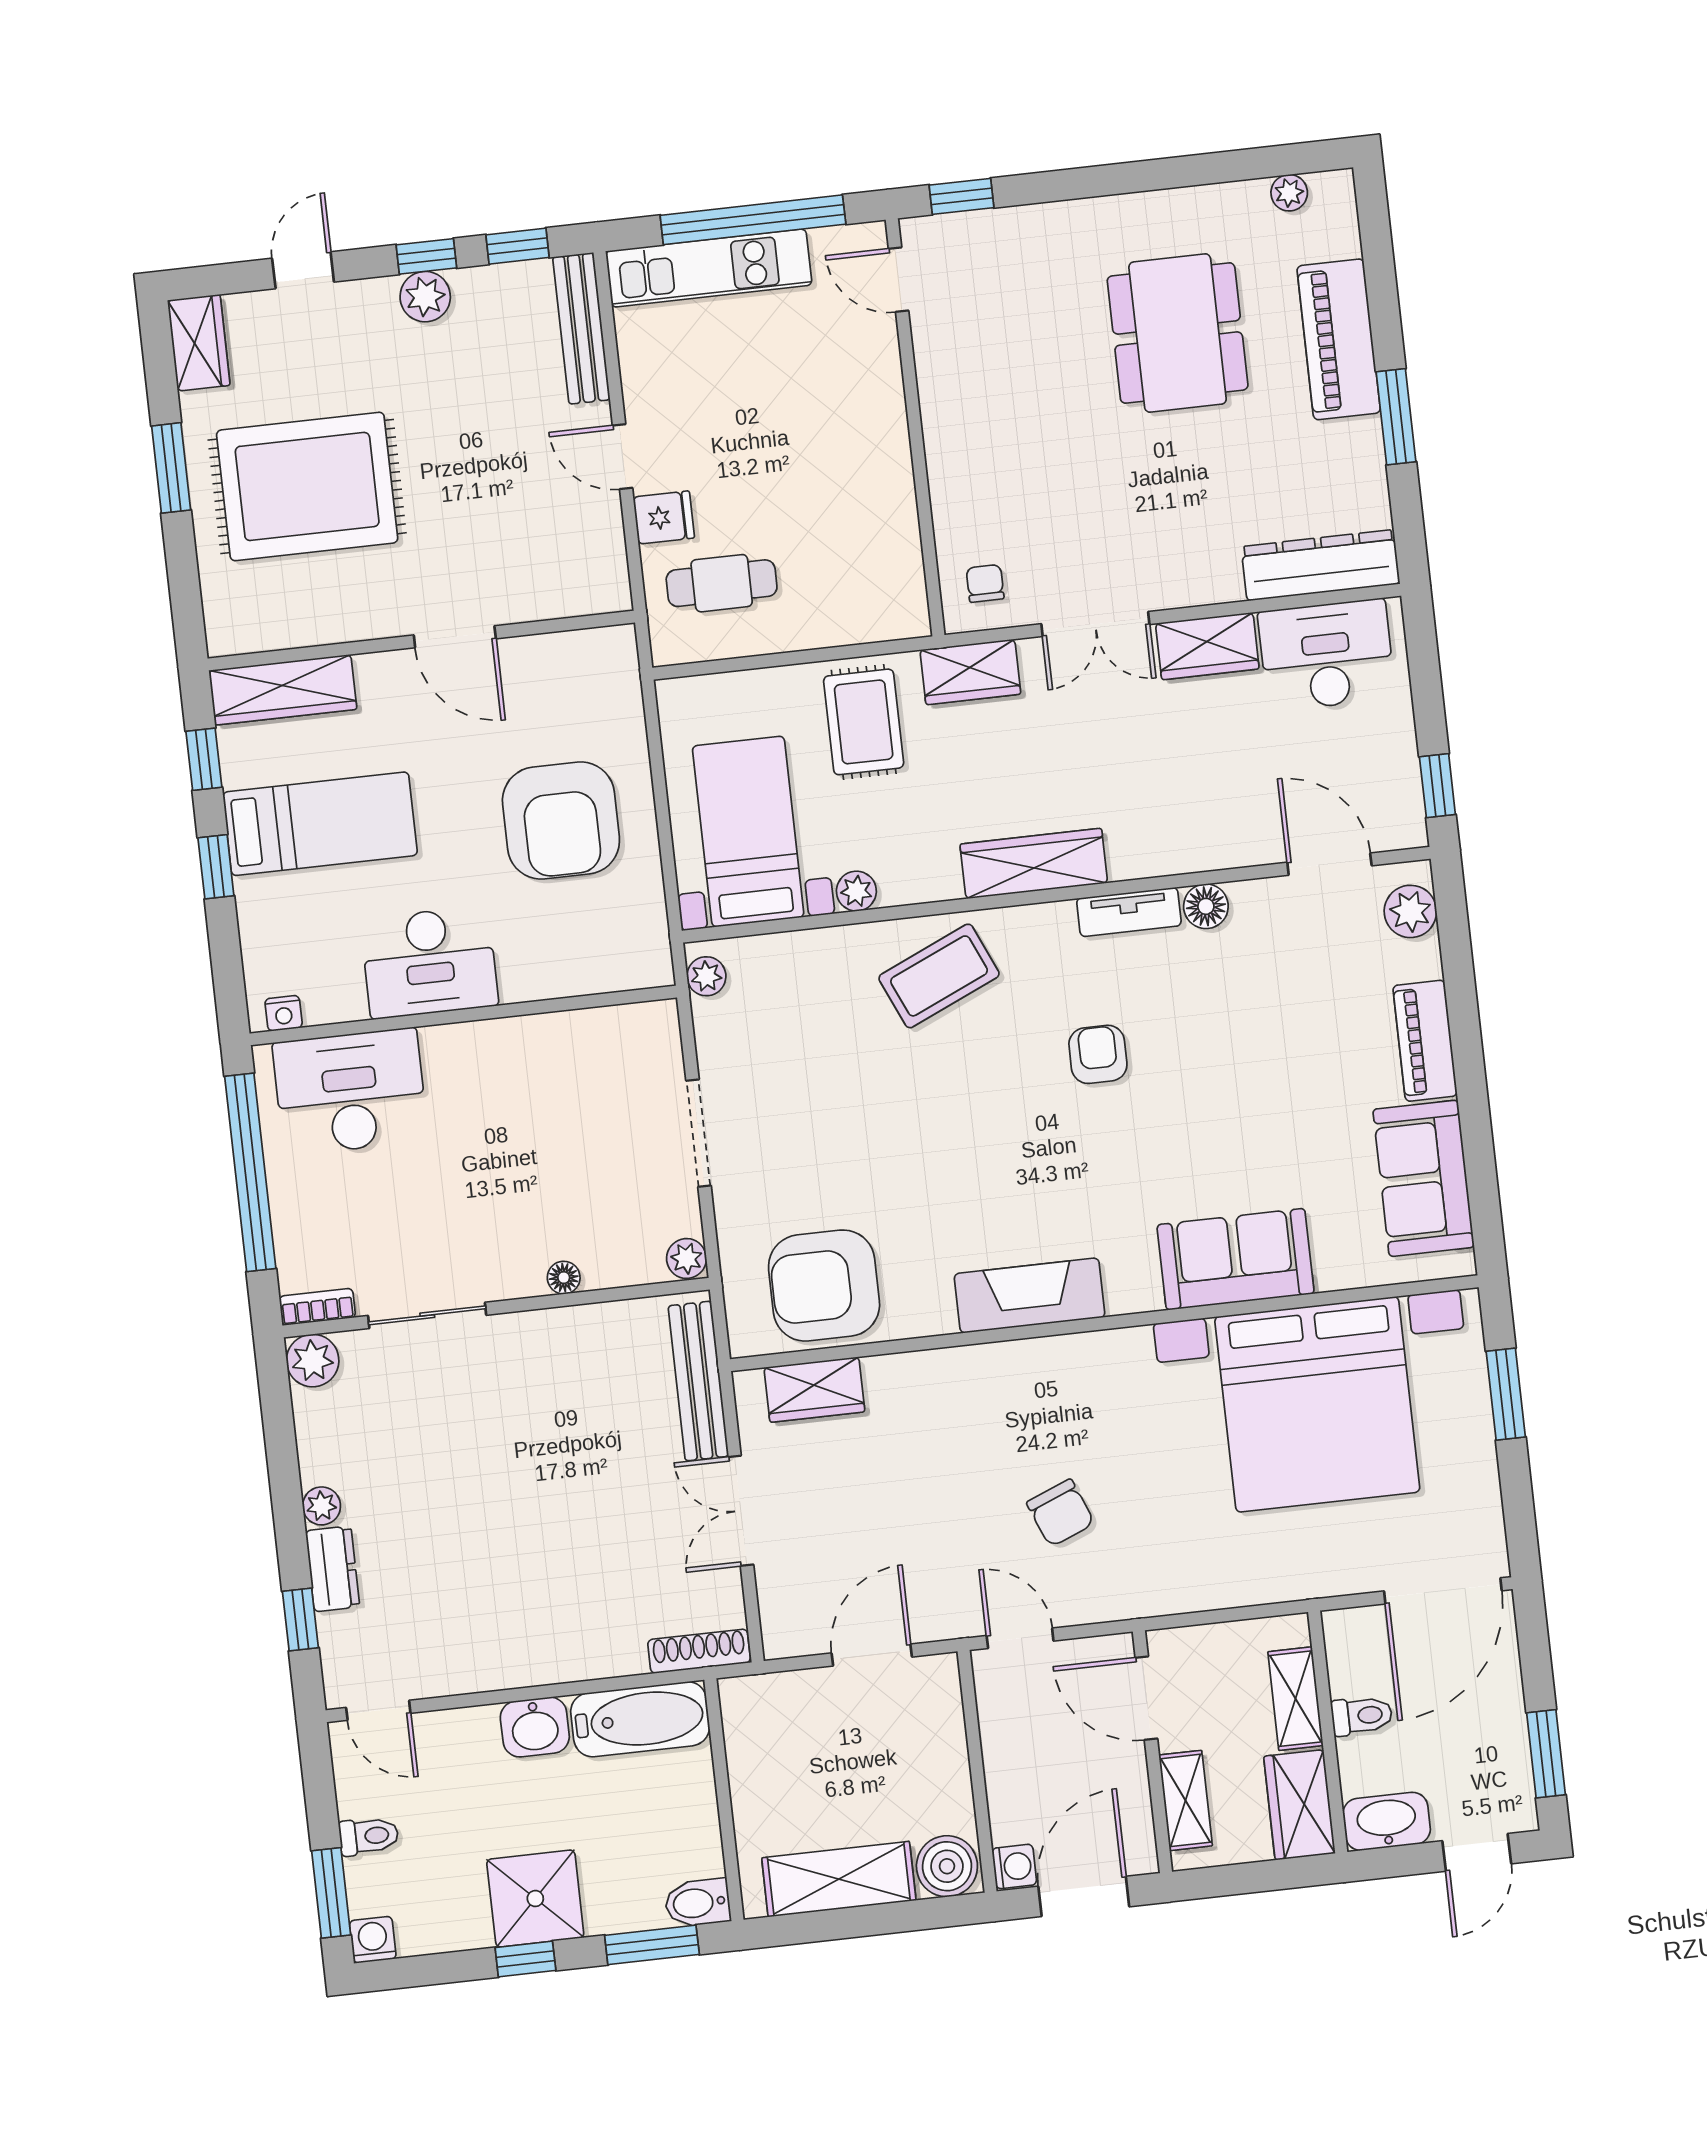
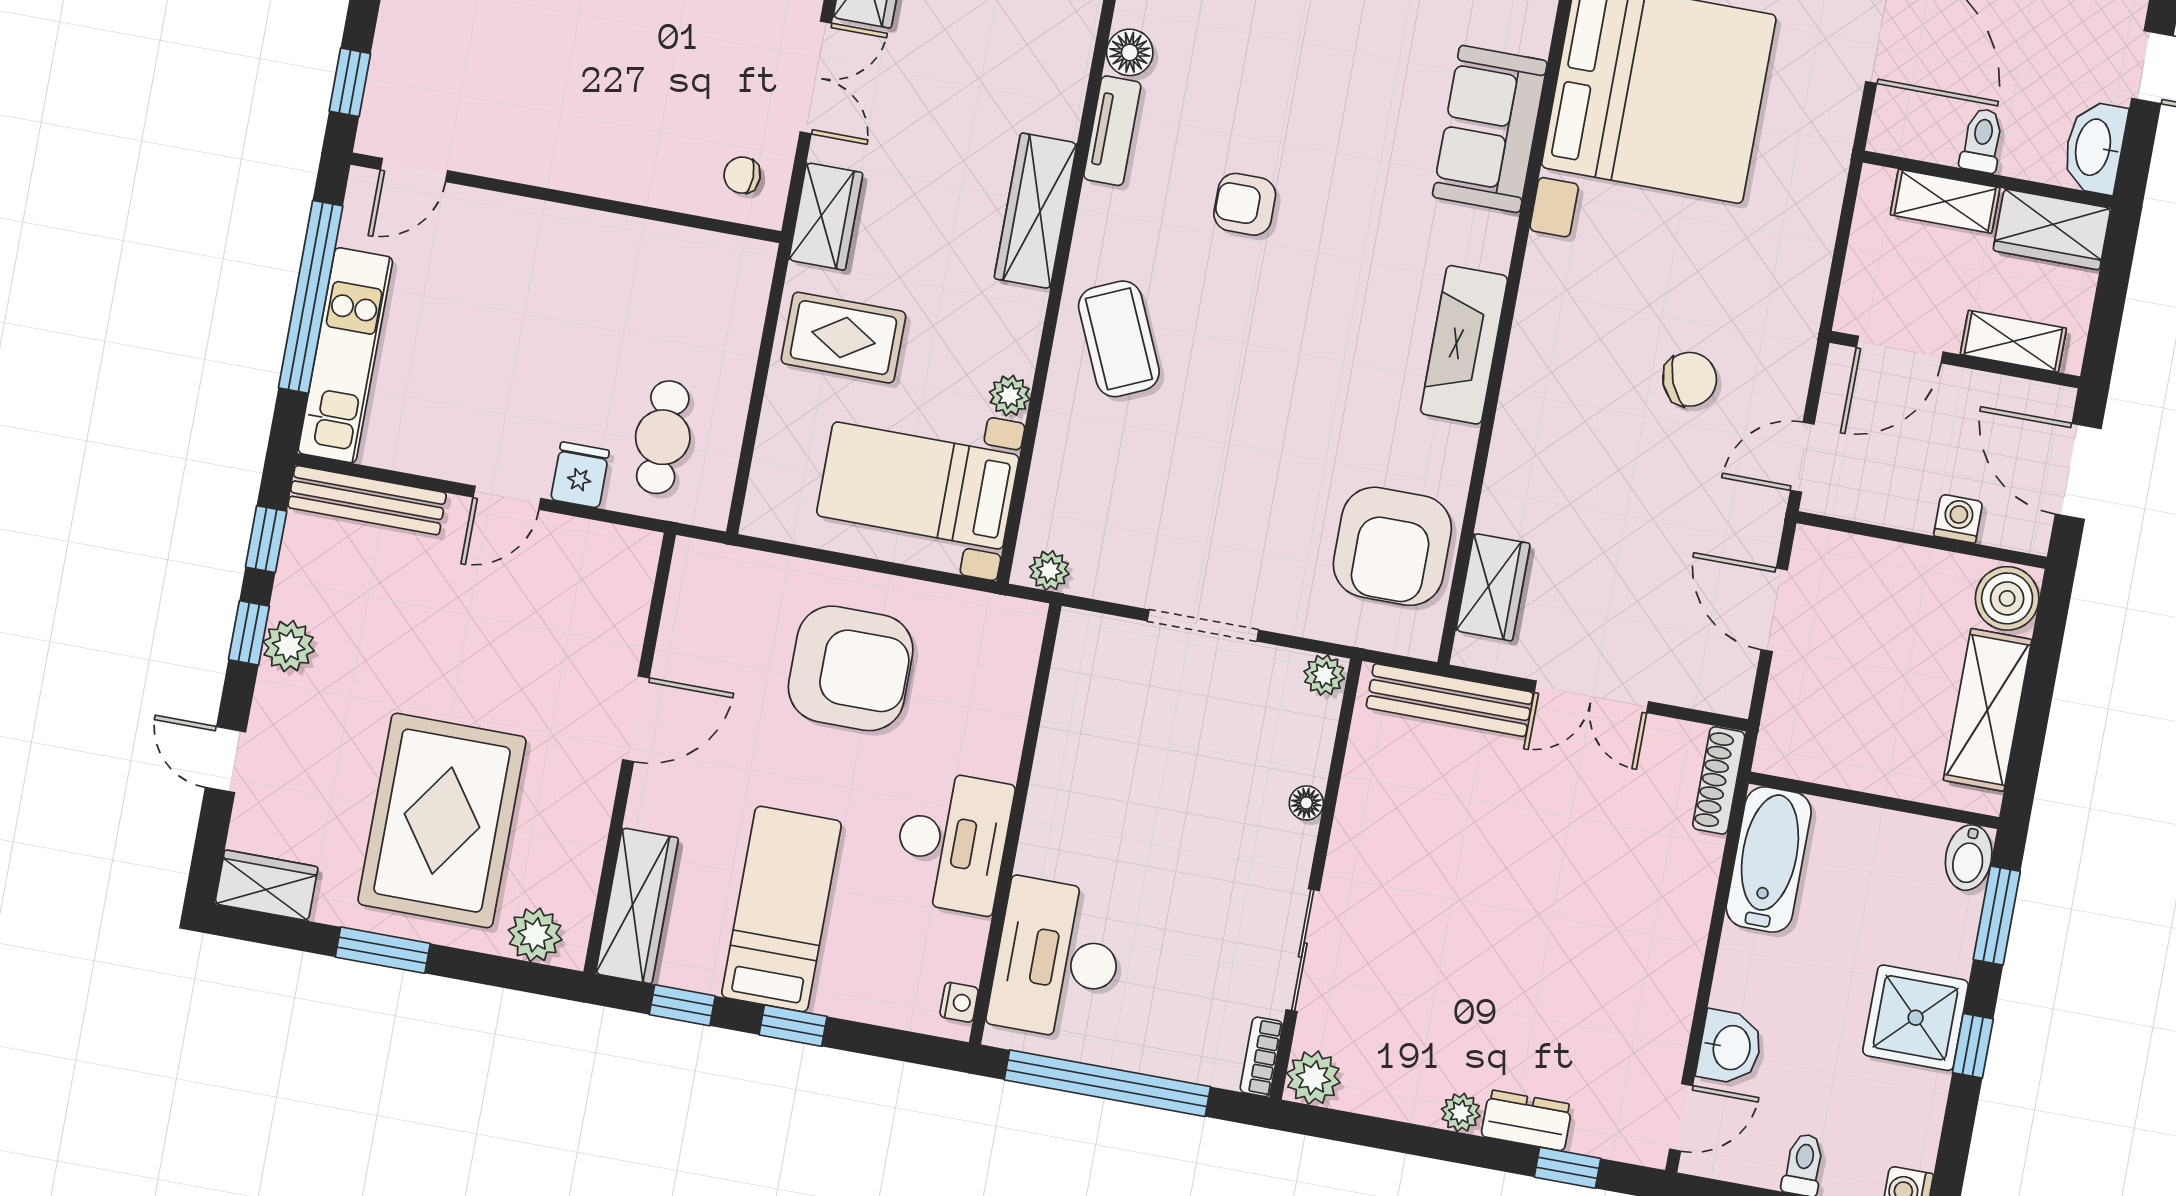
plant: (228, 604) -> (535, 935), added
washbasin: (535, 1727) -> (1730, 1047), moved
washing machine: (1014, 1866) -> (1958, 519), moved

